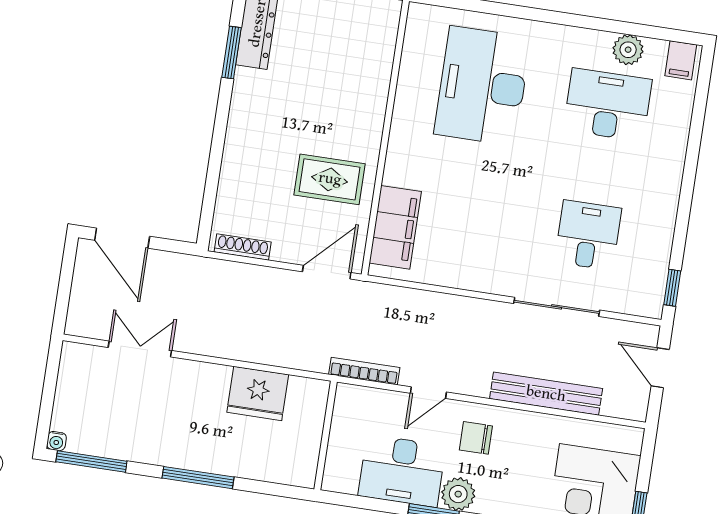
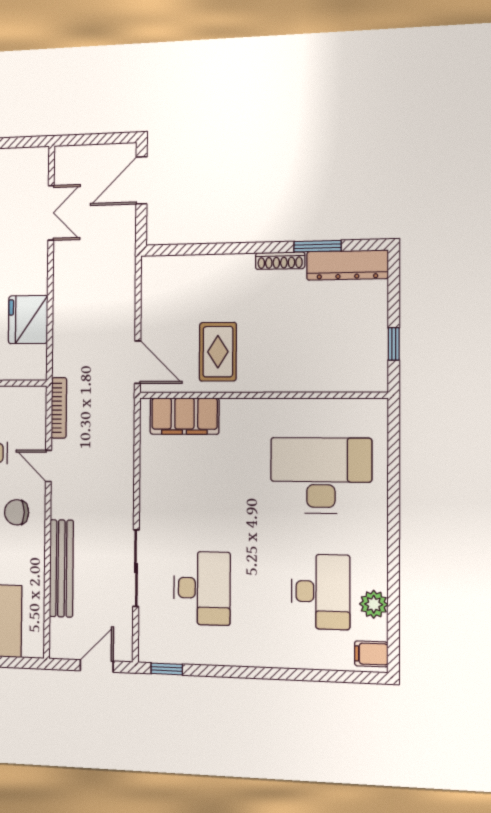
desk: (588, 235) -> (202, 588), width x1.37
shoe rack: (243, 247) -> (280, 261), moved, turned 90
chair: (476, 438) -> (17, 512), turned -90

